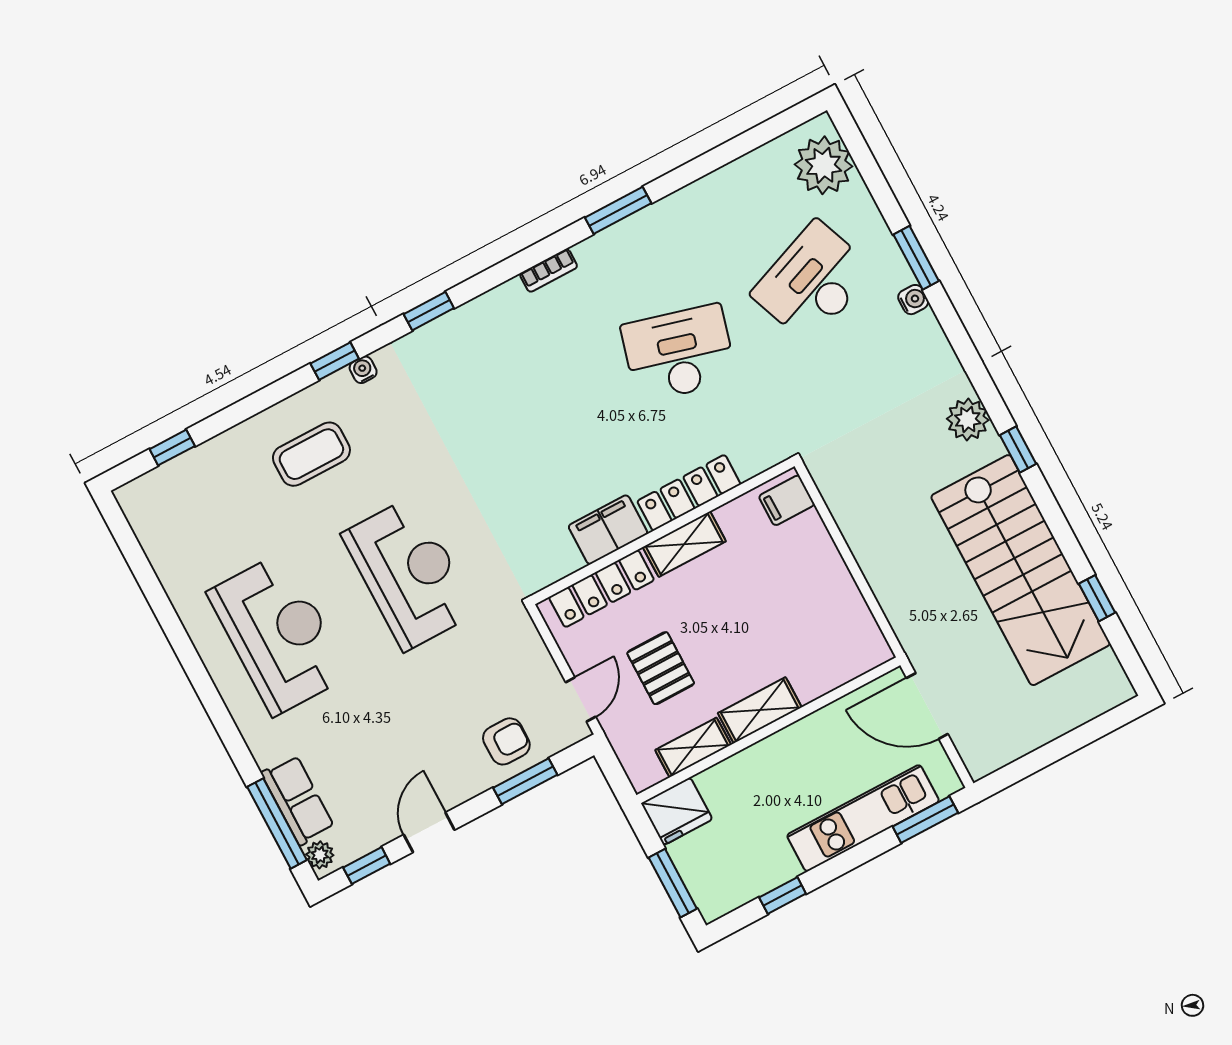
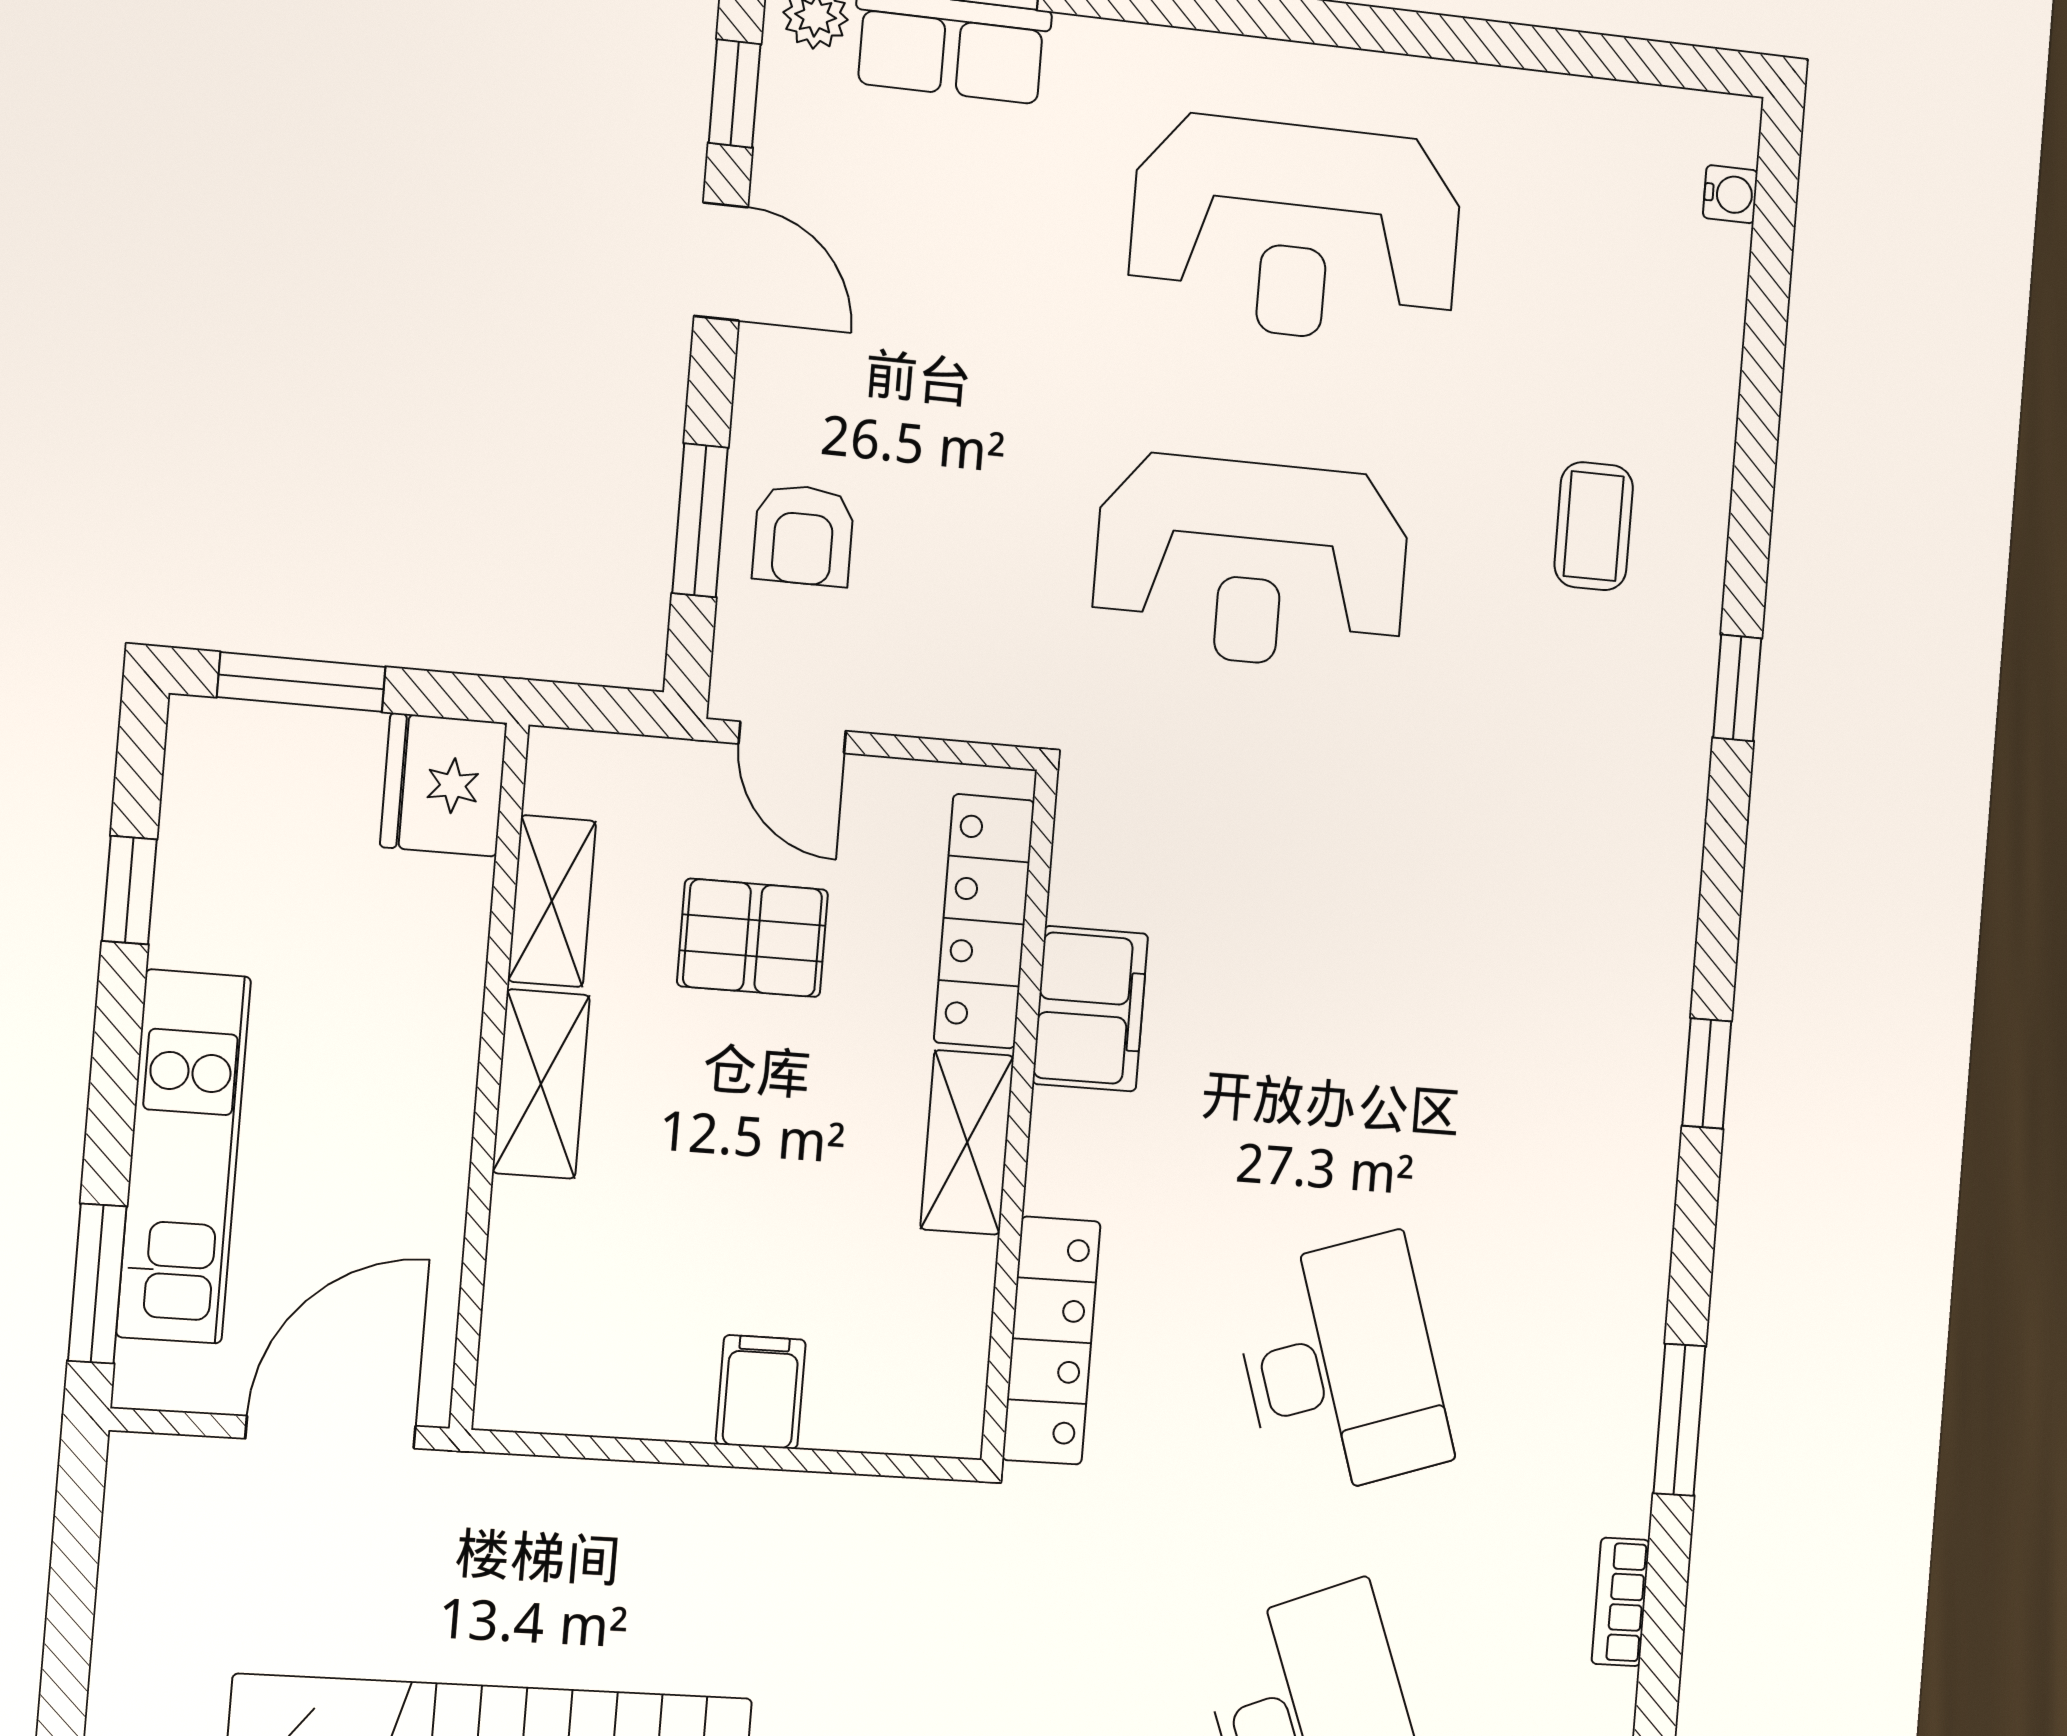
bookcase: (549, 270) -> (1621, 1602), moved
window: (429, 311) -> (1707, 1073), moved
desk: (679, 353) -> (1341, 1367), turned -33
water cooler: (363, 370) -> (1730, 194), moved
window: (172, 448) -> (1770, 269), removed
coffee table: (311, 454) -> (1594, 526), width x0.73, depth x0.77
locker: (689, 493) -> (1051, 1341), moved
filing cabinet: (787, 500) -> (761, 1392), moved

